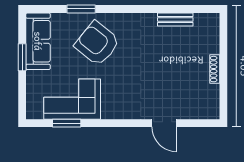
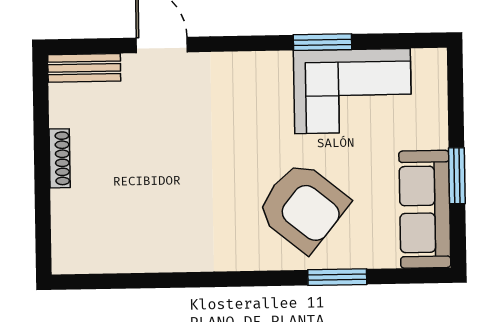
bench: (175, 19) -> (84, 68), moved
window: (67, 123) -> (323, 42), moved

